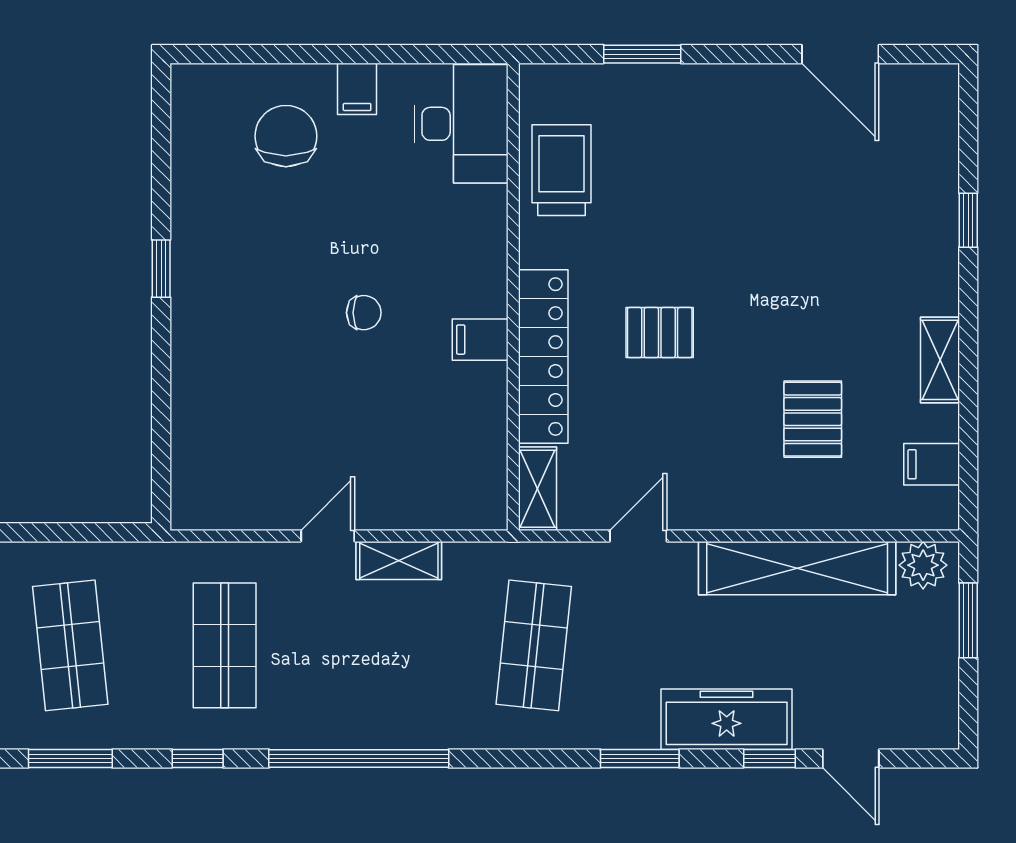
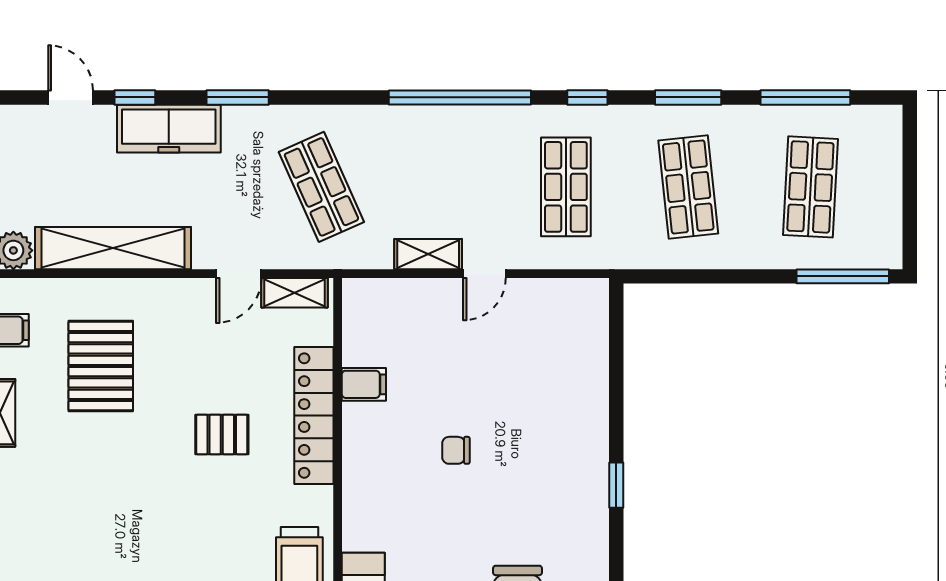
filing cabinet: (480, 340) -> (364, 384), moved
pallet: (813, 419) -> (101, 366), width x1.50, depth x1.42
shelving: (537, 489) -> (294, 293), moved, turned 90
shop shelf: (534, 645) -> (321, 187), turned -30

